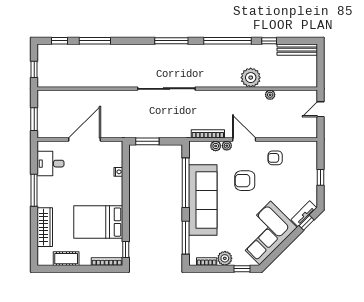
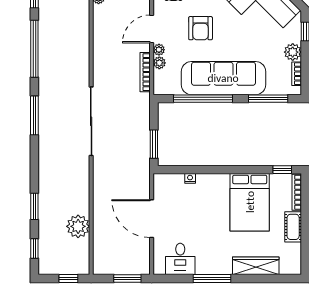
window: (95, 41) -> (34, 206), width x0.69
plant: (251, 78) -> (78, 226), moved
cot: (66, 259) -> (293, 227), moved

